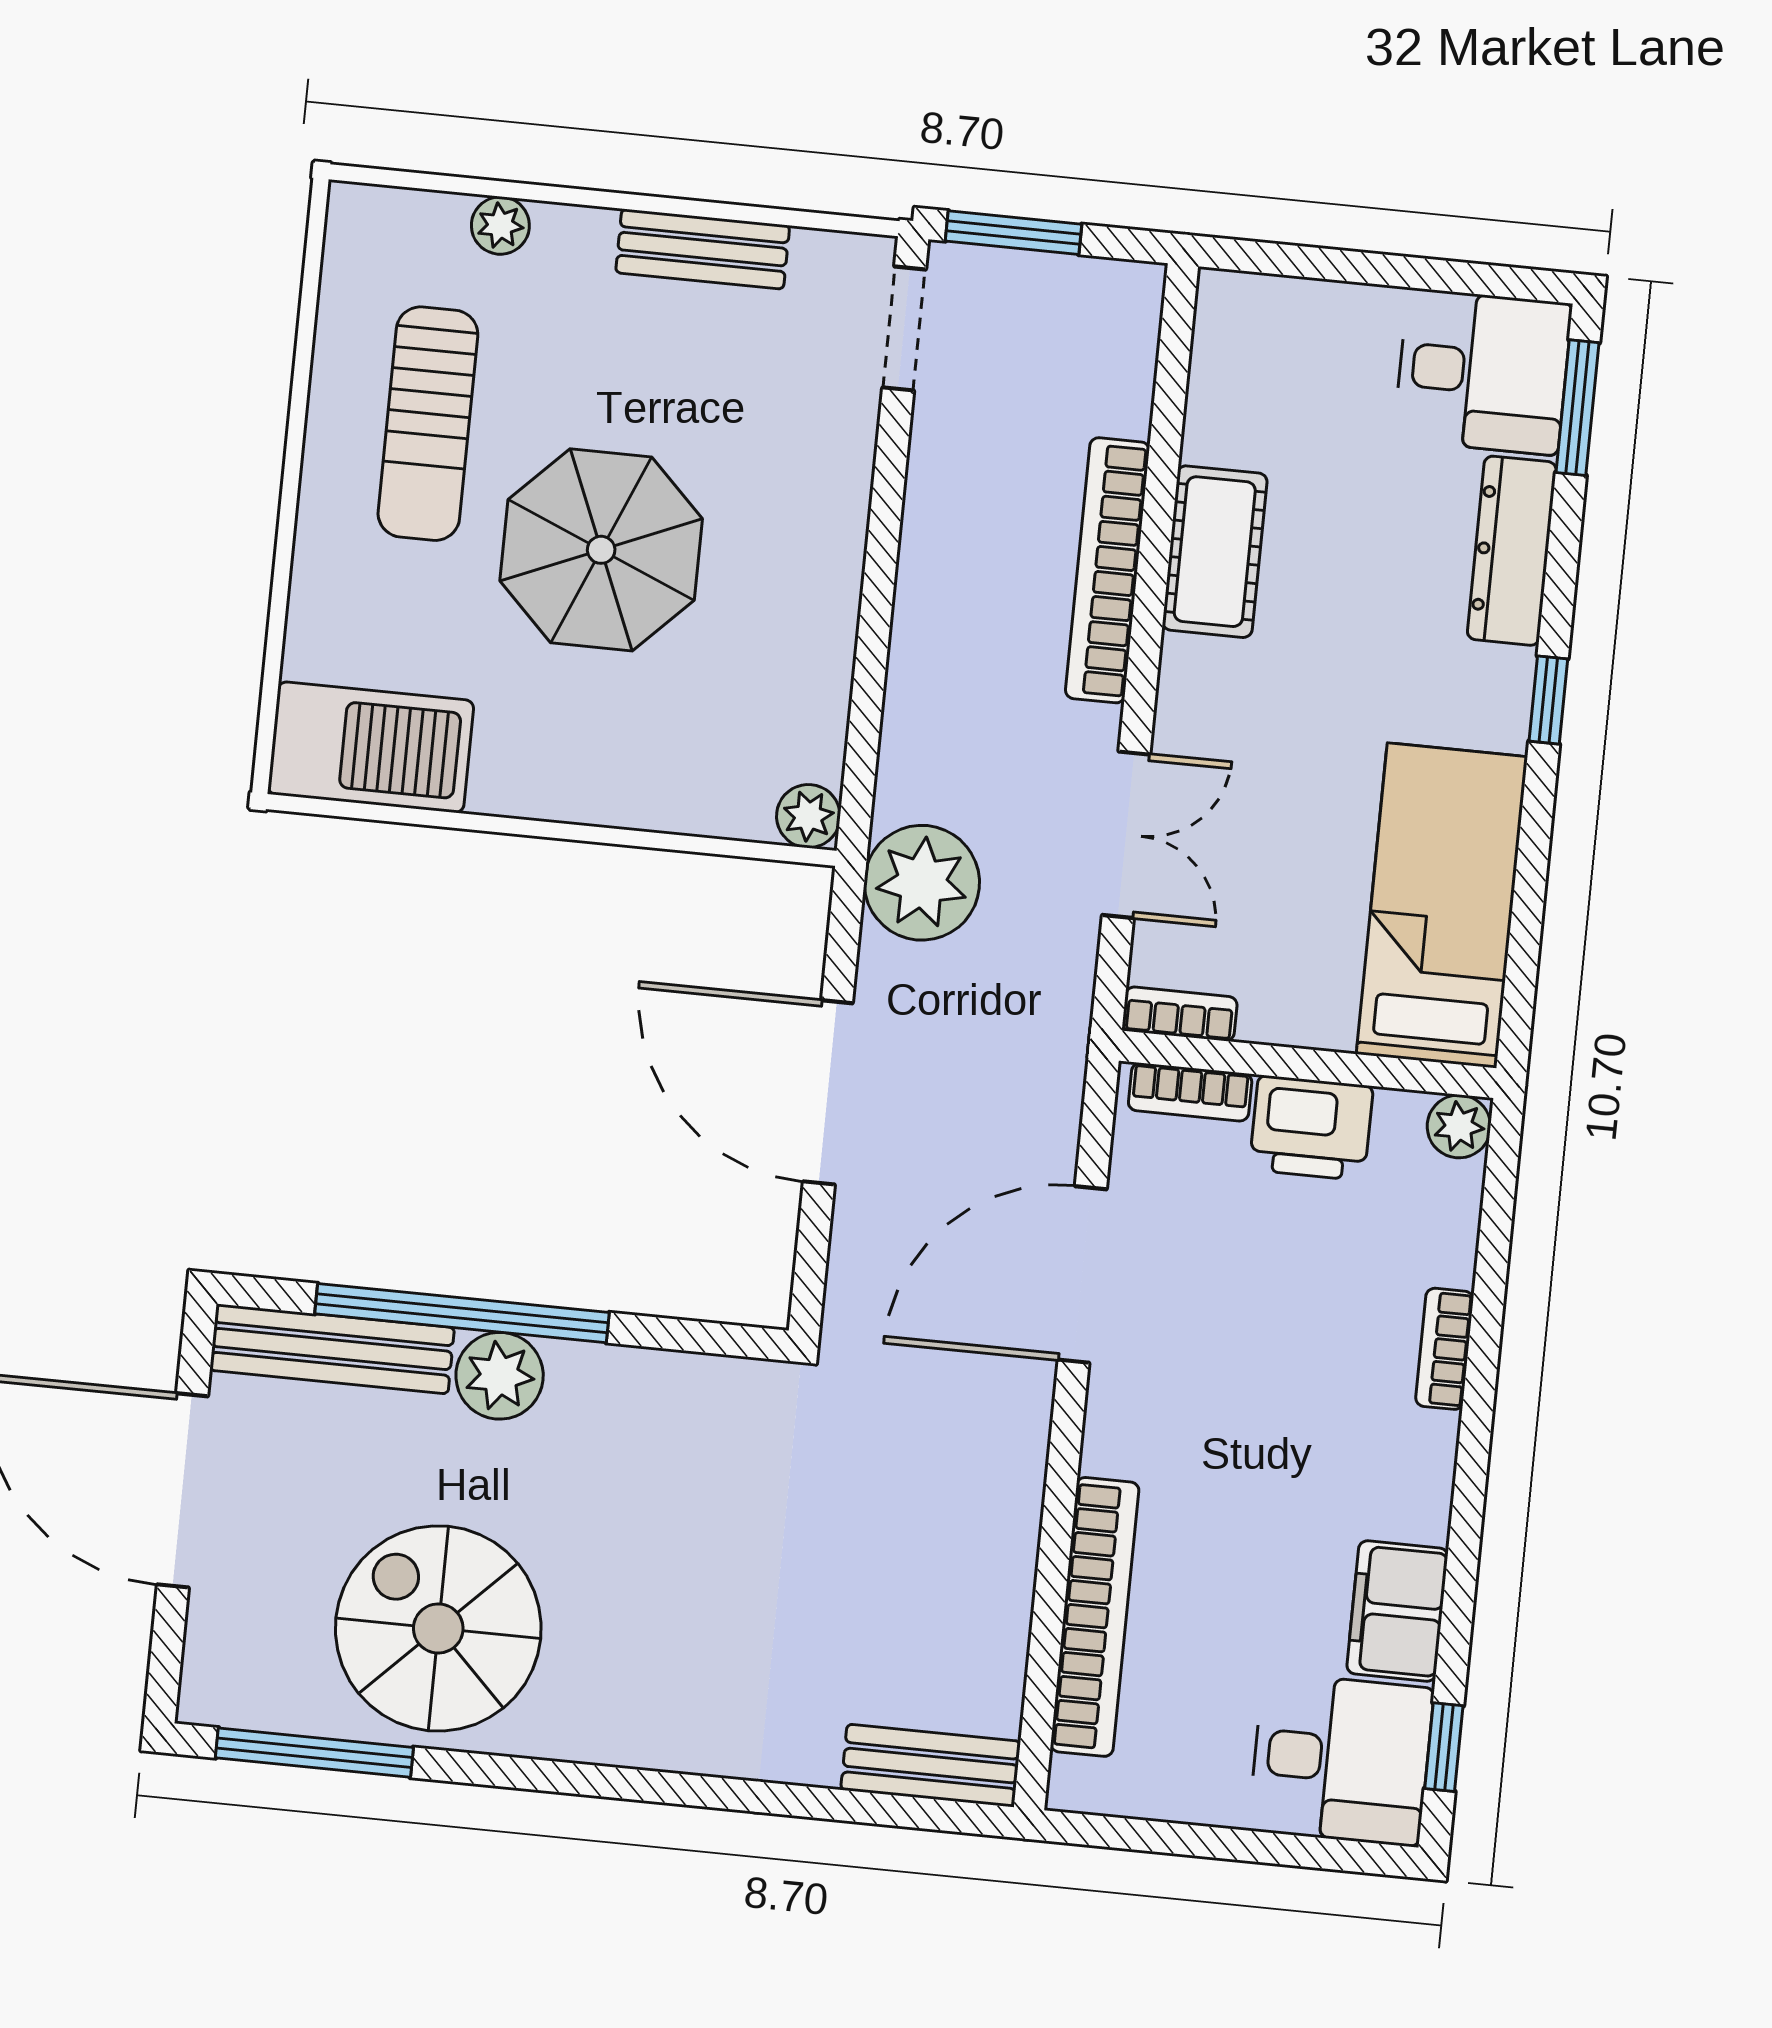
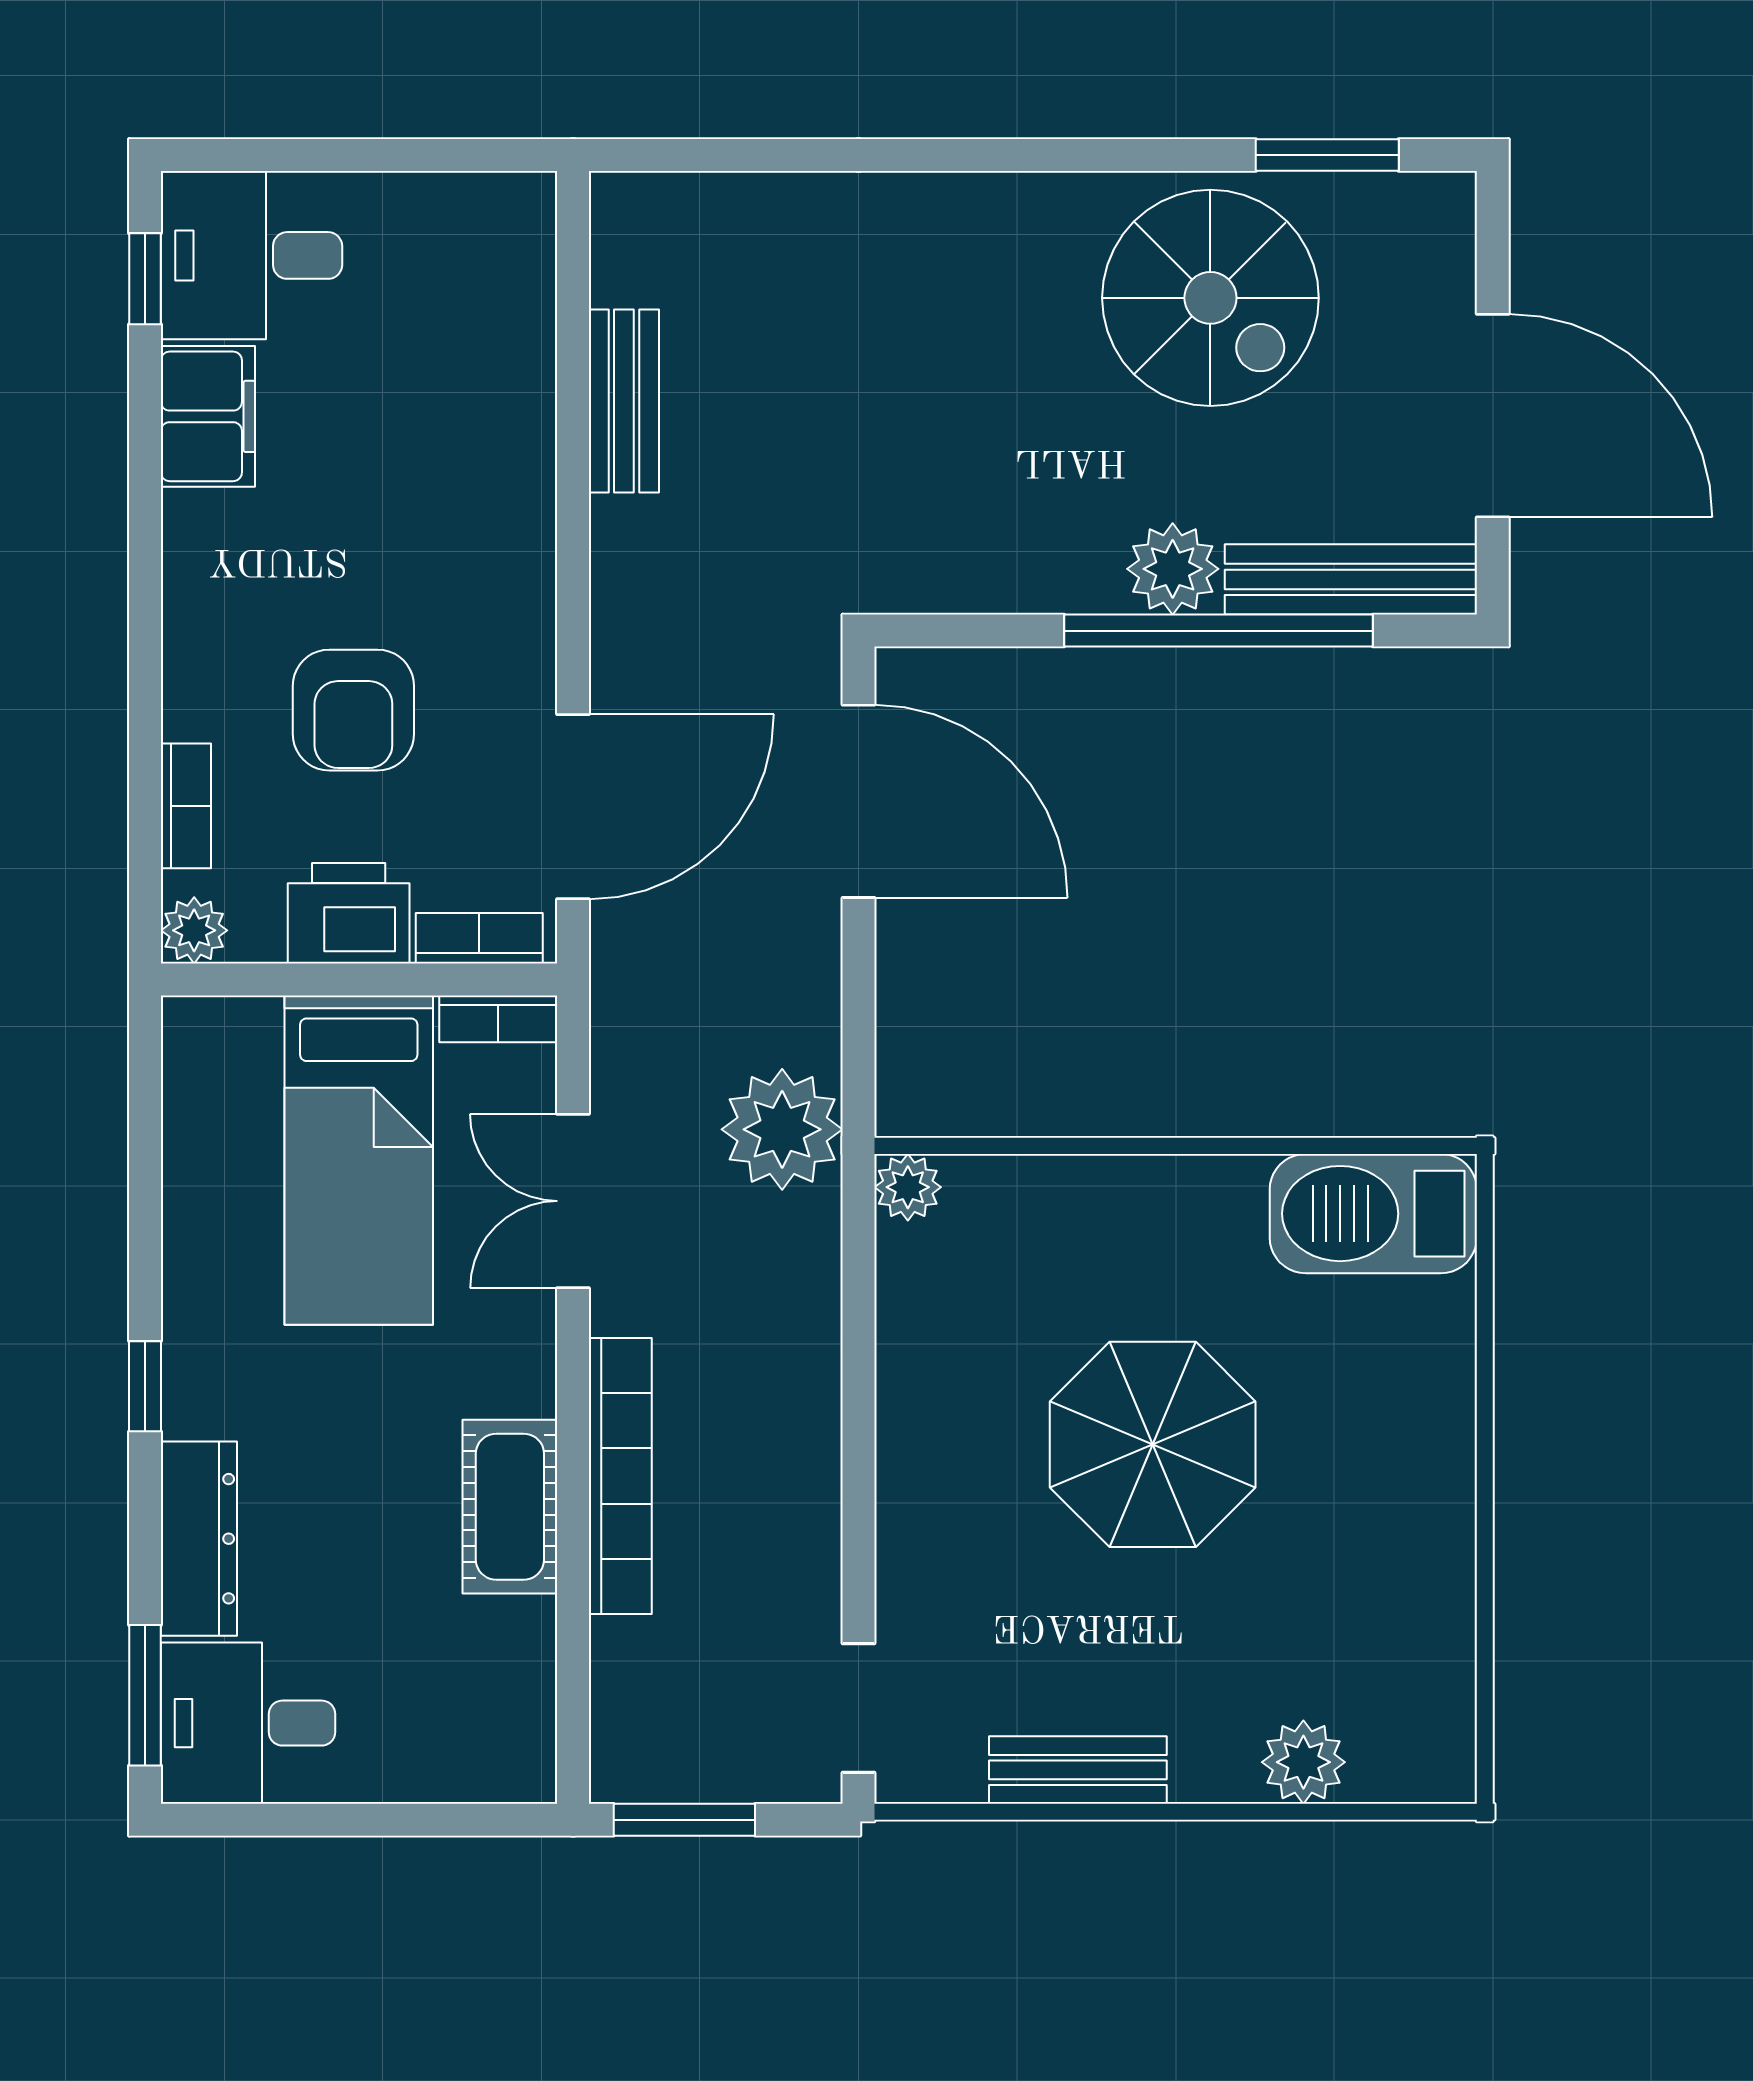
plant: (500, 226) -> (1303, 1762), width x1.38, depth x1.38
window: (1013, 233) -> (684, 1820), moved
sun lounger: (428, 424) -> (1347, 1558), removed
bed: (1442, 905) -> (359, 1160), moved
door: (828, 1092) -> (858, 801), moved
door: (1082, 1274) -> (573, 807), moved
armchair: (1288, 1320) -> (353, 710), added
bookcase: (1445, 1349) -> (186, 806), moved
bookcase: (1095, 1617) -> (524, 379), removed
window: (314, 1753) -> (1327, 155), width x0.69
bench: (931, 1766) -> (624, 401), moved, turned 90

